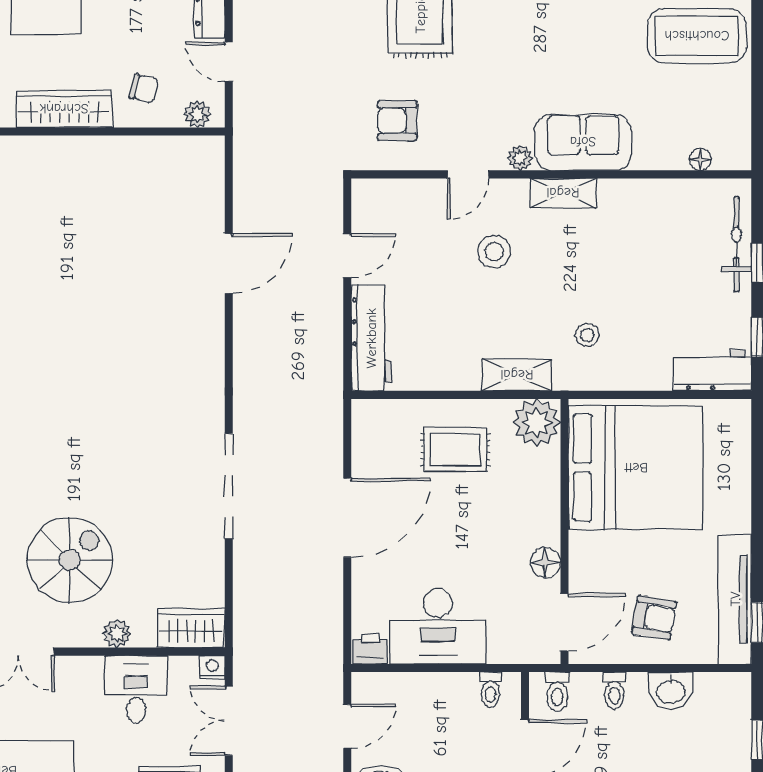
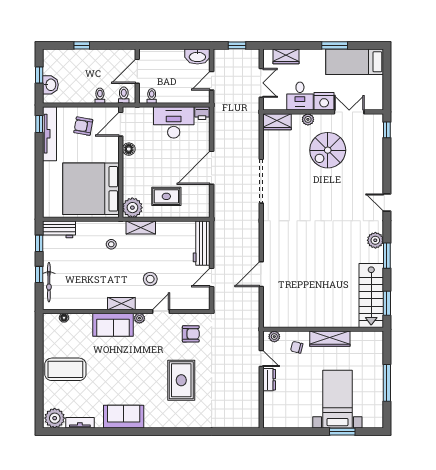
nightstand: (212, 667) -> (324, 101), moved, width x1.89, depth x1.79
washbasin: (671, 691) -> (50, 85), moved, turned 90

